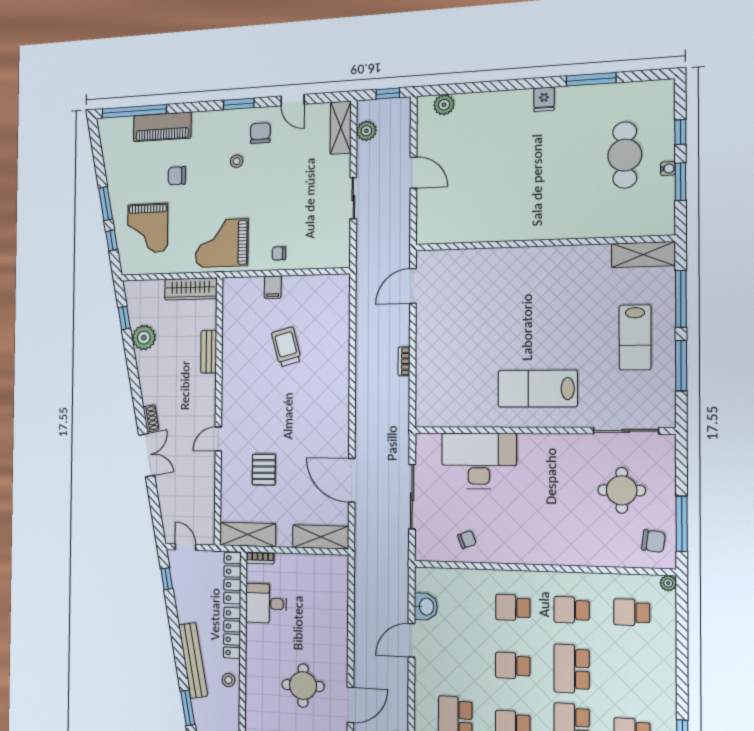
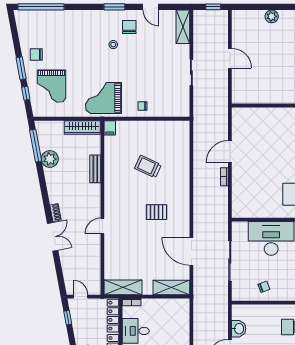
plant: (444, 105) -> (272, 16), moved
piano: (162, 127) -> (61, 19), removed
plant: (366, 131) -> (200, 30), removed
chair: (177, 176) -> (36, 55), moved
door: (413, 286) -> (230, 152), moved
filing cabinet: (273, 287) -> (110, 128), moved
window: (124, 318) -> (36, 146), width x2.17
trolley: (286, 347) -> (148, 167), turned -50
pallet: (264, 470) -> (157, 212), moved, turned 90

